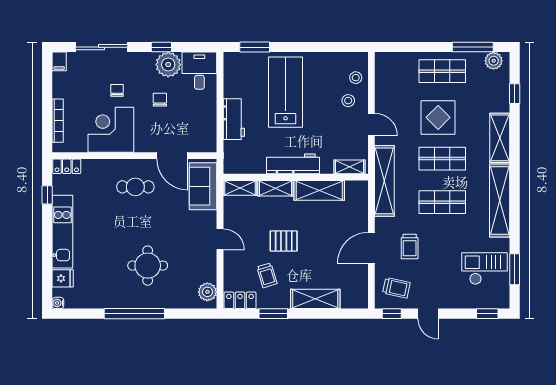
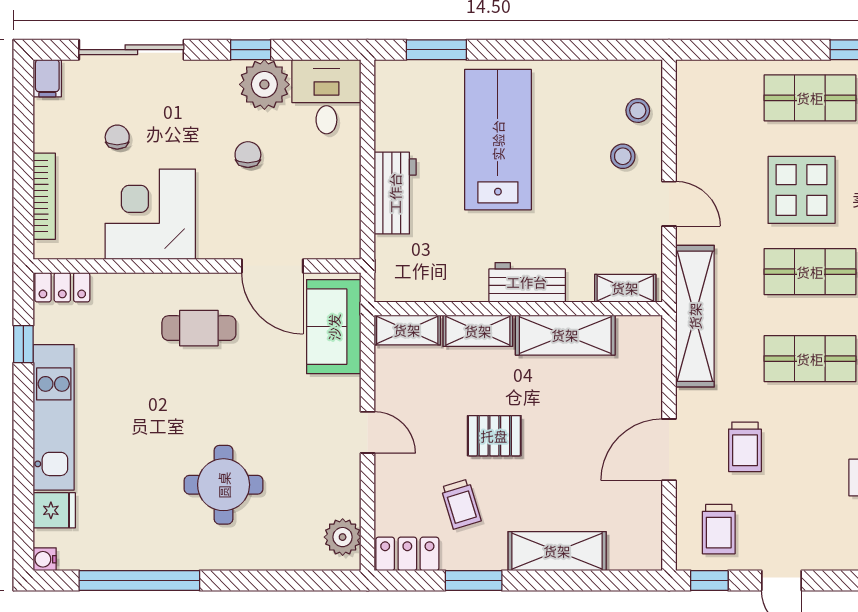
chair: (117, 90) -> (117, 137), moved
workbench: (293, 164) -> (527, 282), width x0.73
trolley: (396, 288) -> (719, 529), turned 78
window: (134, 314) -> (139, 581), moved

